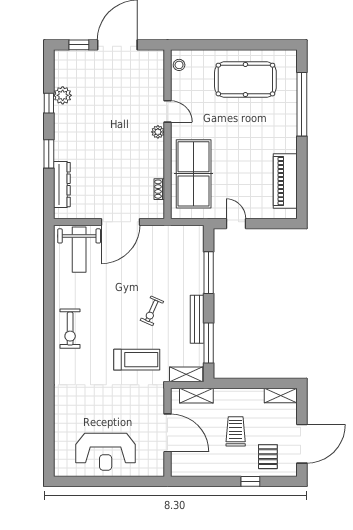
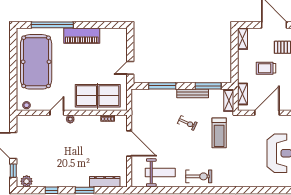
pool table: (245, 80) -> (36, 62), width x1.36, depth x1.32
plant: (63, 95) -> (27, 181), moved
piano: (285, 181) -> (82, 36), moved
weight bench: (79, 250) -> (160, 172), moved
treadmill: (137, 360) -> (219, 133), turned 180

